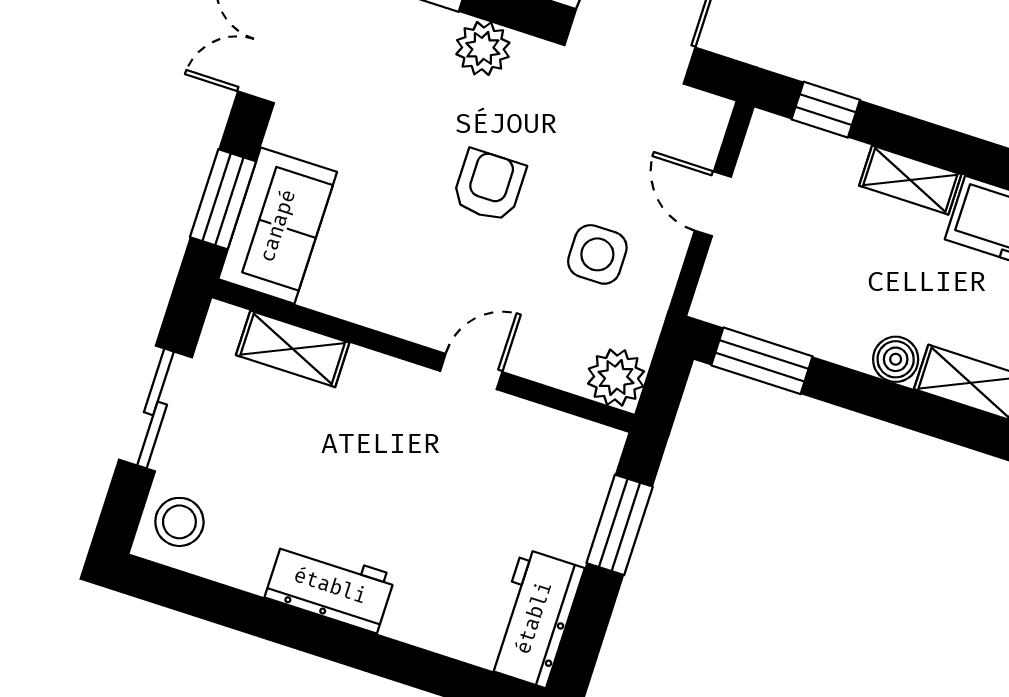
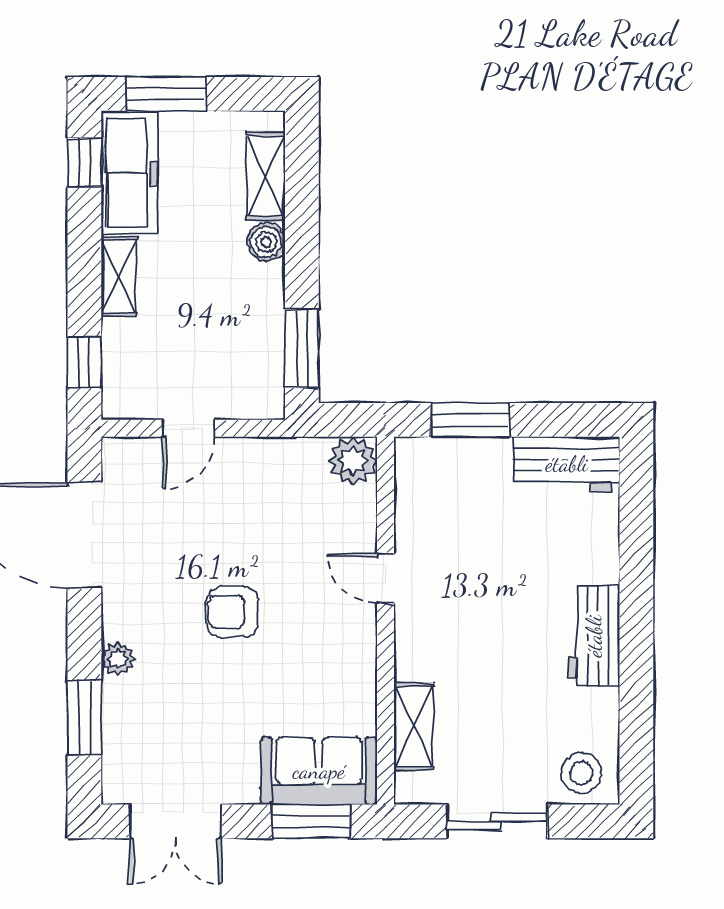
plant: (483, 48) -> (118, 659), width x0.73, depth x0.73
side table: (597, 254) -> (259, 508), removed

